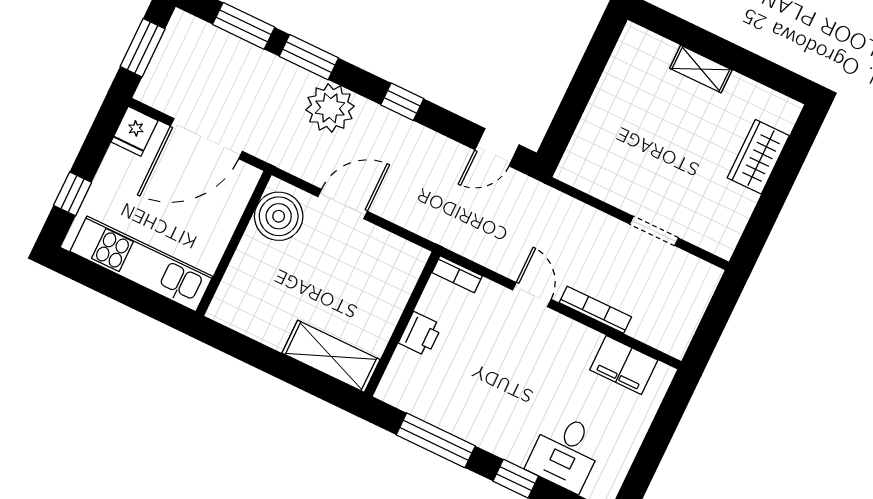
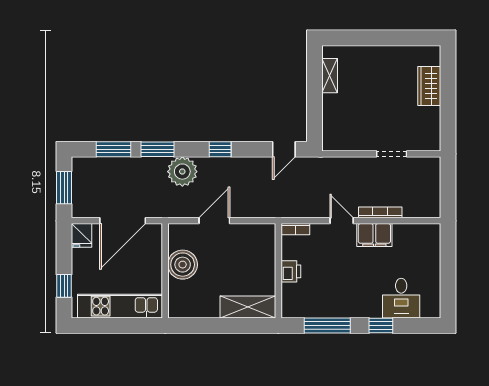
shelving: (701, 69) -> (330, 76), moved, turned 90
boiler: (279, 216) -> (183, 265), moved
filing cabinet: (624, 365) -> (374, 235), moved

